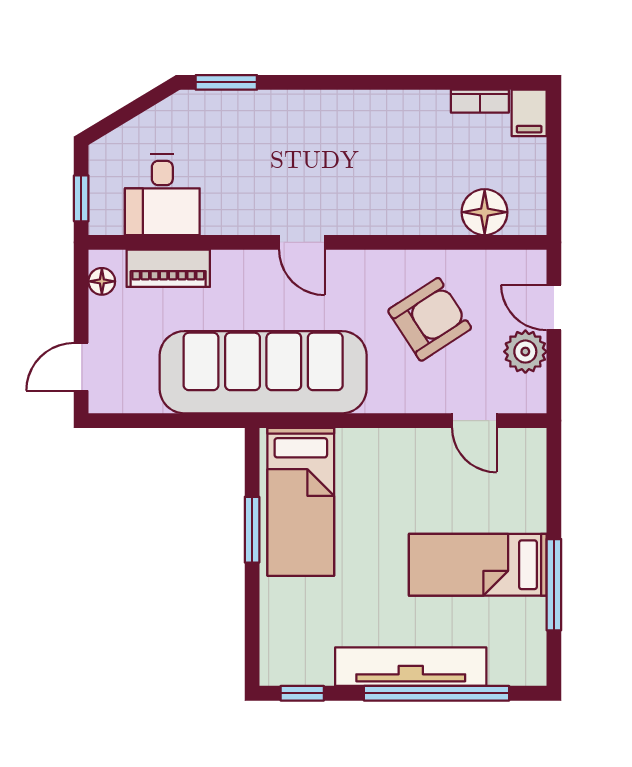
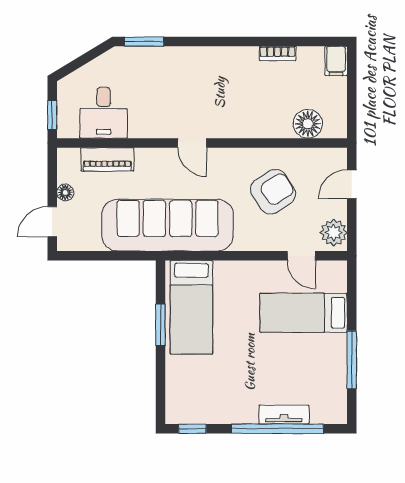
bookcase: (480, 101) -> (278, 53), moved
floor lamp: (102, 281) -> (65, 192), moved
door: (554, 307) -> (352, 184), hinge flipped
plant: (525, 352) -> (334, 233), moved
bed: (478, 565) -> (304, 313), moved
tv unit: (411, 667) -> (284, 415), width x0.52, depth x0.78

